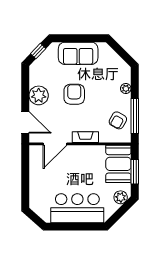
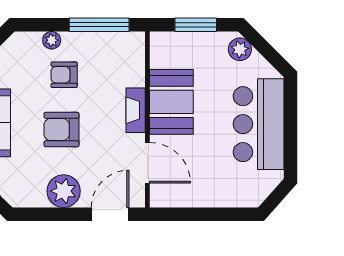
armchair: (118, 120) -> (64, 75), moved, turned 150
booth: (118, 164) -> (171, 102), moved, turned 90

